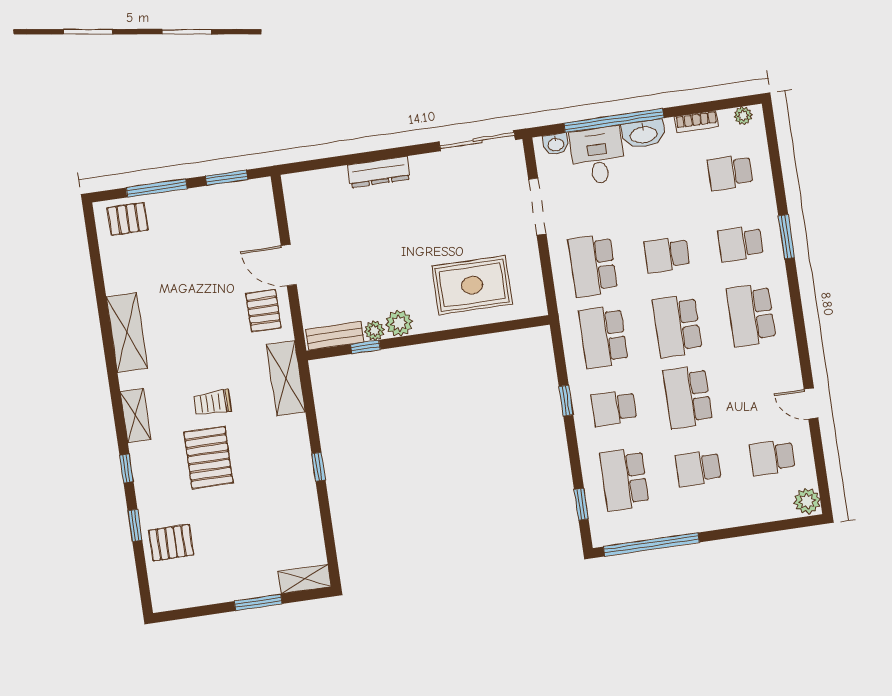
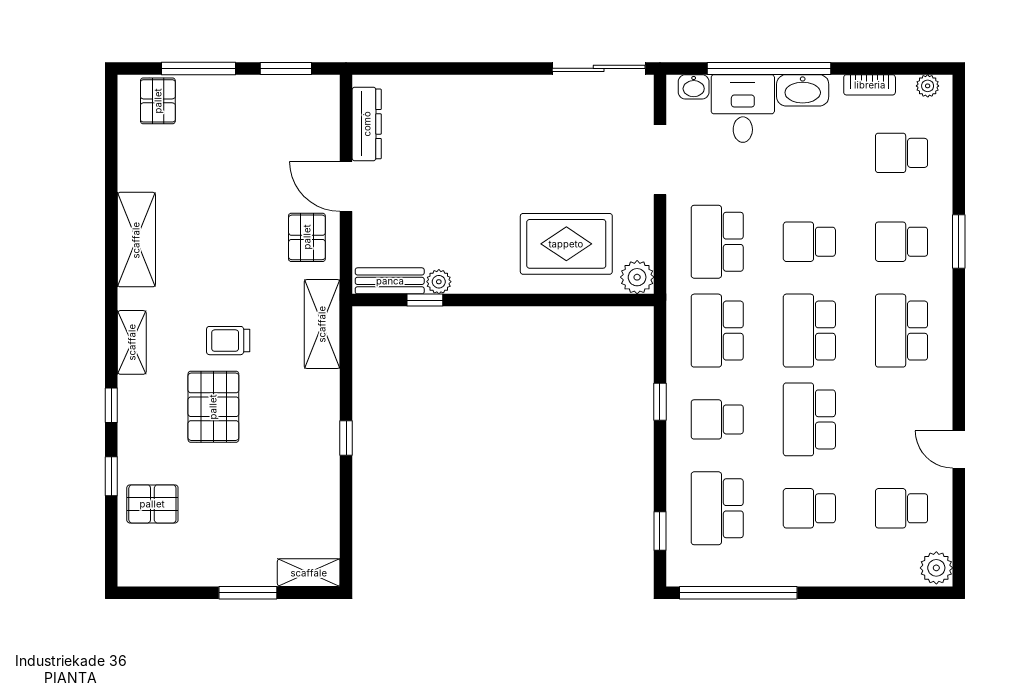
dresser: (379, 172) -> (367, 124), moved, turned -90
pallet: (128, 219) -> (158, 101), turned 90
plant: (399, 323) -> (637, 277), moved

